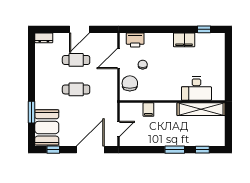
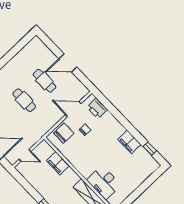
dresser: (44, 38) -> (39, 44), removed
filing cabinet: (148, 110) -> (58, 163), width x2.00

